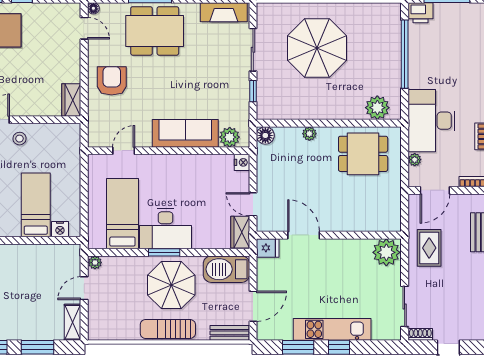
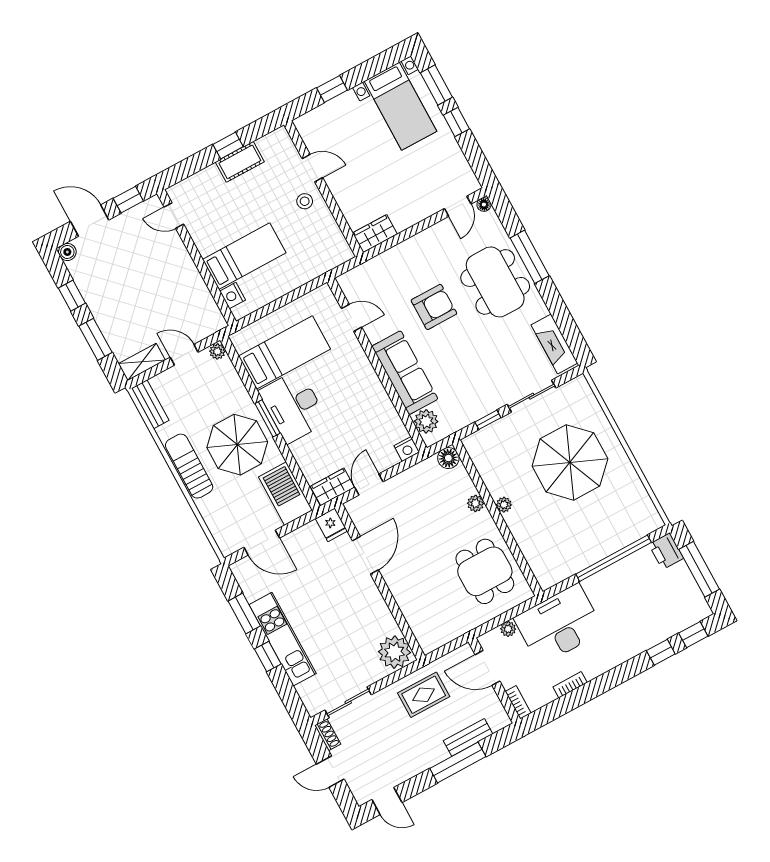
armchair: (112, 81) -> (434, 307), moved
plant: (377, 108) -> (504, 505), moved, width x0.53, depth x0.53
bench: (230, 333) -> (150, 404), moved

